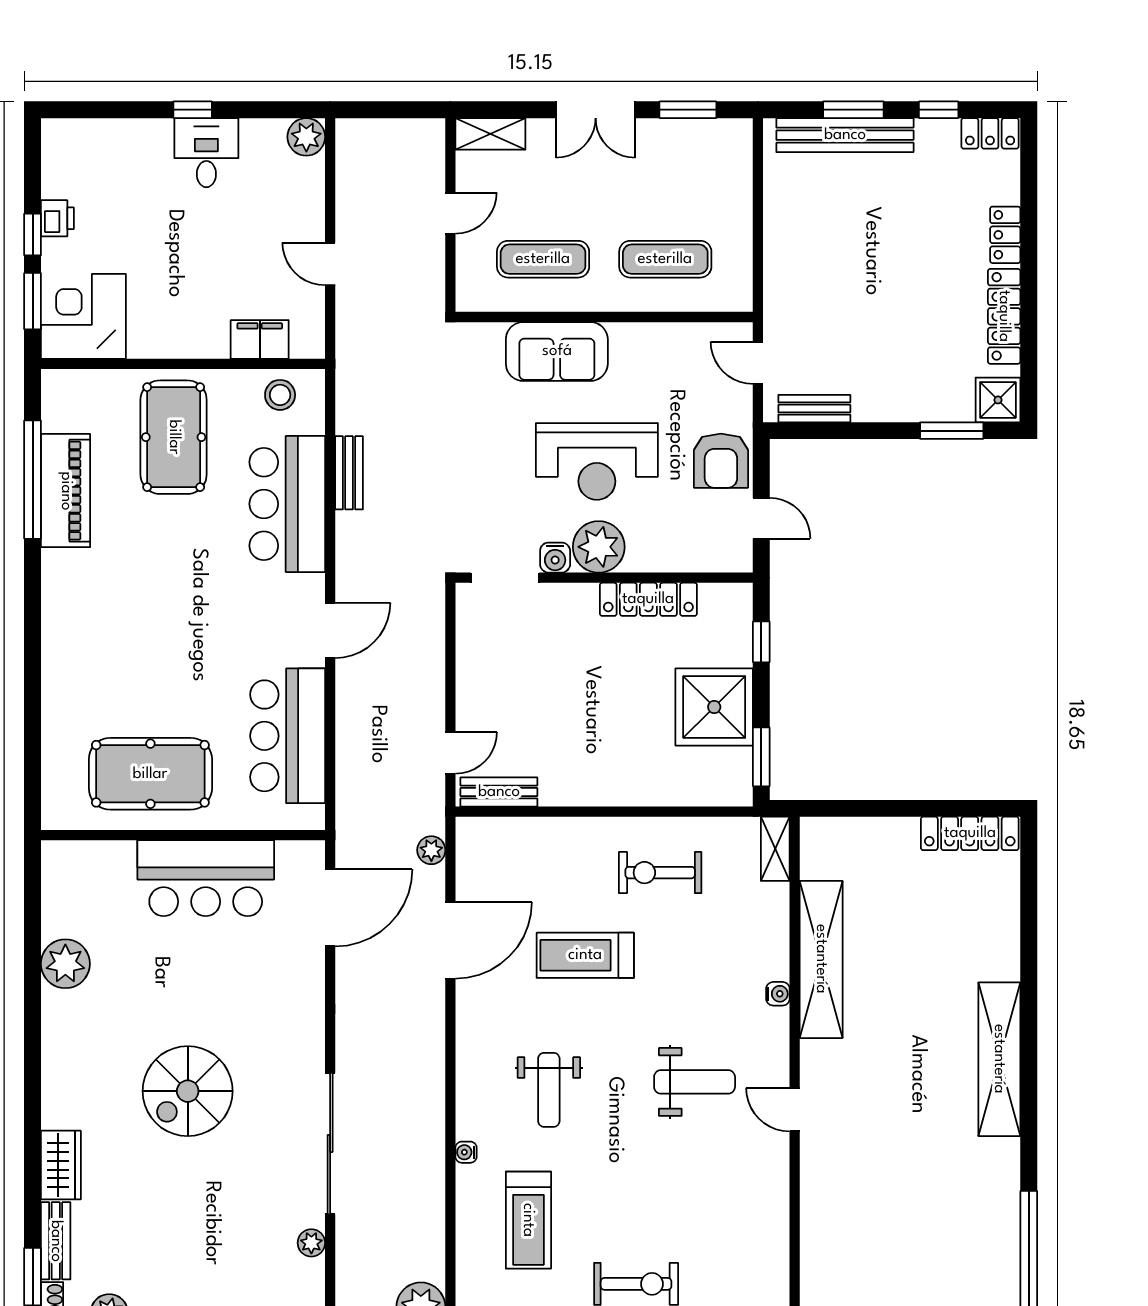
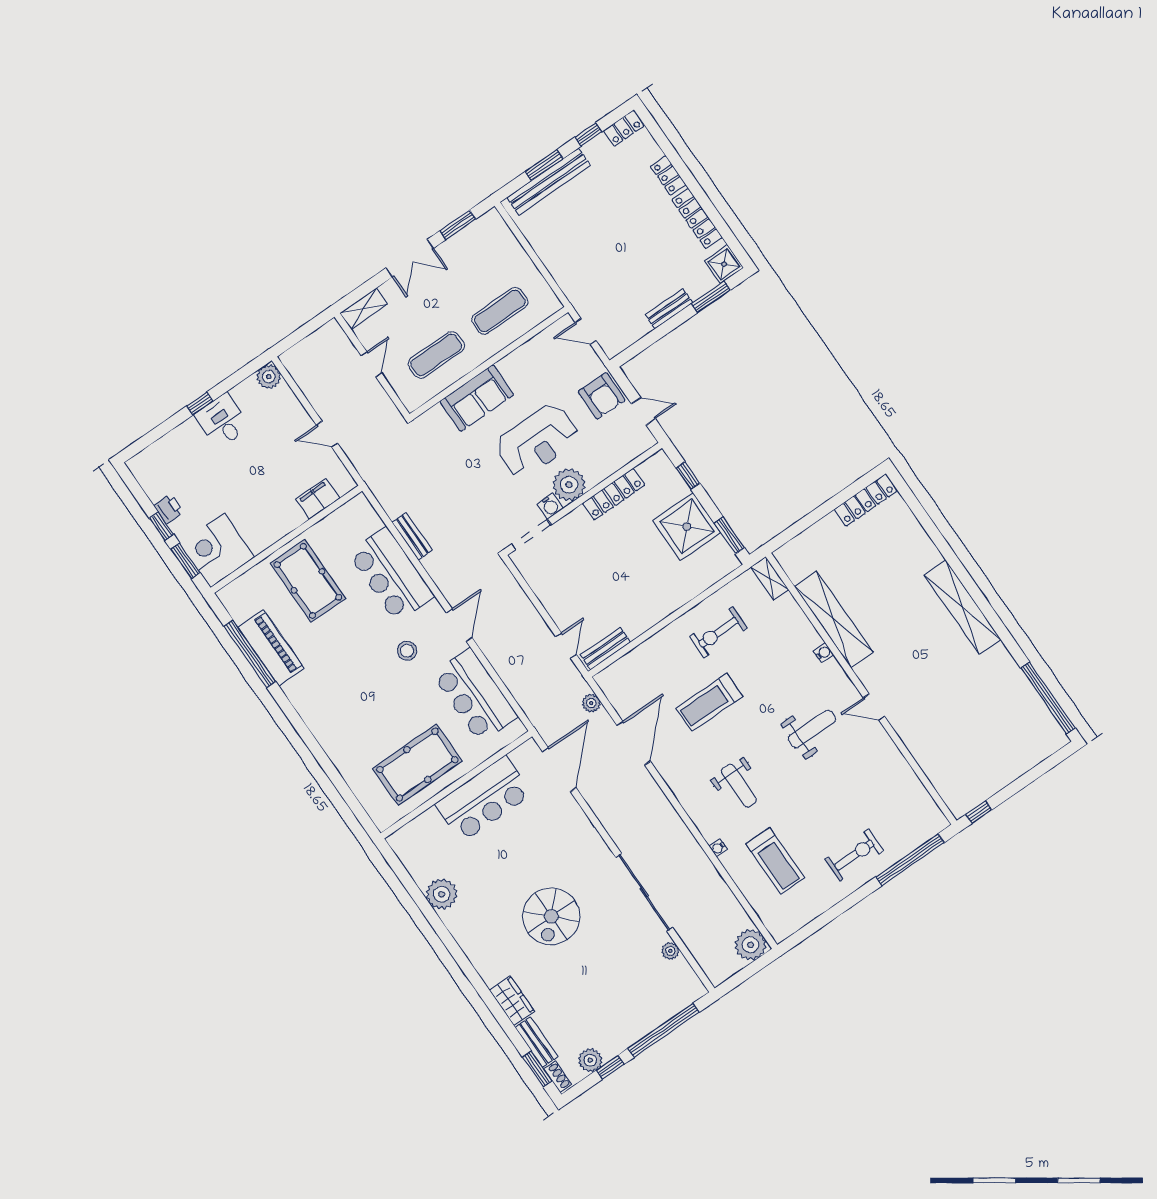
stool: (280, 395) -> (407, 651), moved
bench: (814, 409) -> (669, 309), moved

